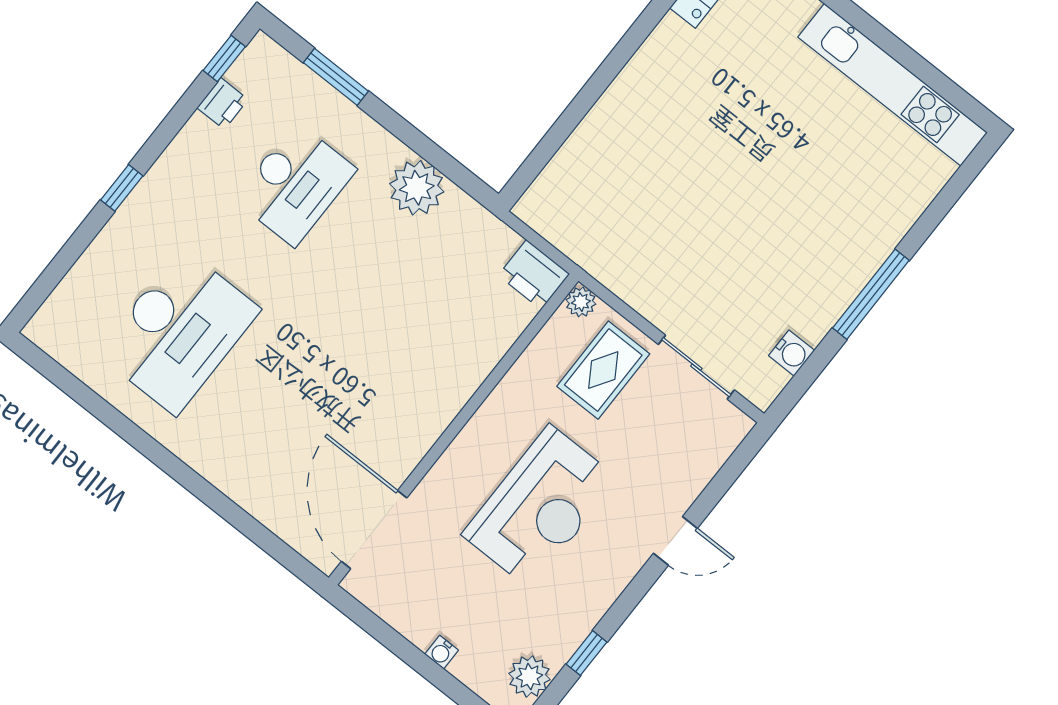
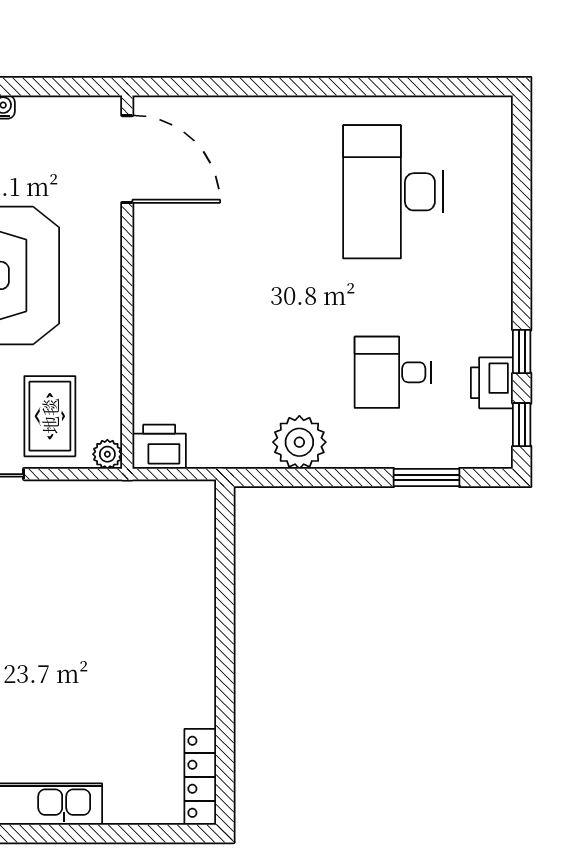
printer: (223, 104) -> (492, 383), width x1.36, depth x1.24
desk: (295, 184) -> (393, 372), width x0.73
window: (122, 188) -> (522, 352), moved

